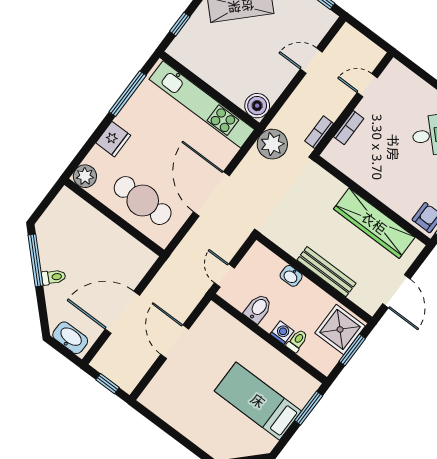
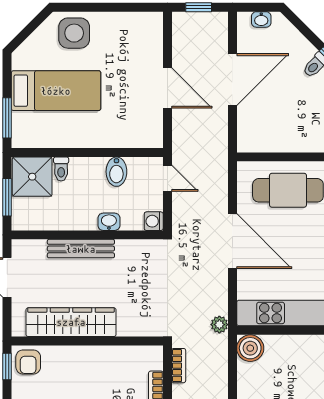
plant: (272, 144) -> (219, 325), width x0.53, depth x0.53
shower: (340, 329) -> (32, 177), moved
washing machine: (282, 333) -> (154, 221), moved, turned 90
washbasin: (70, 338) -> (261, 19), width x0.52, depth x0.69
side table: (213, 433) -> (74, 33), added

